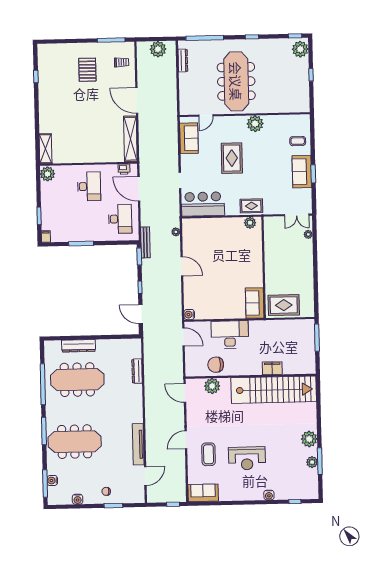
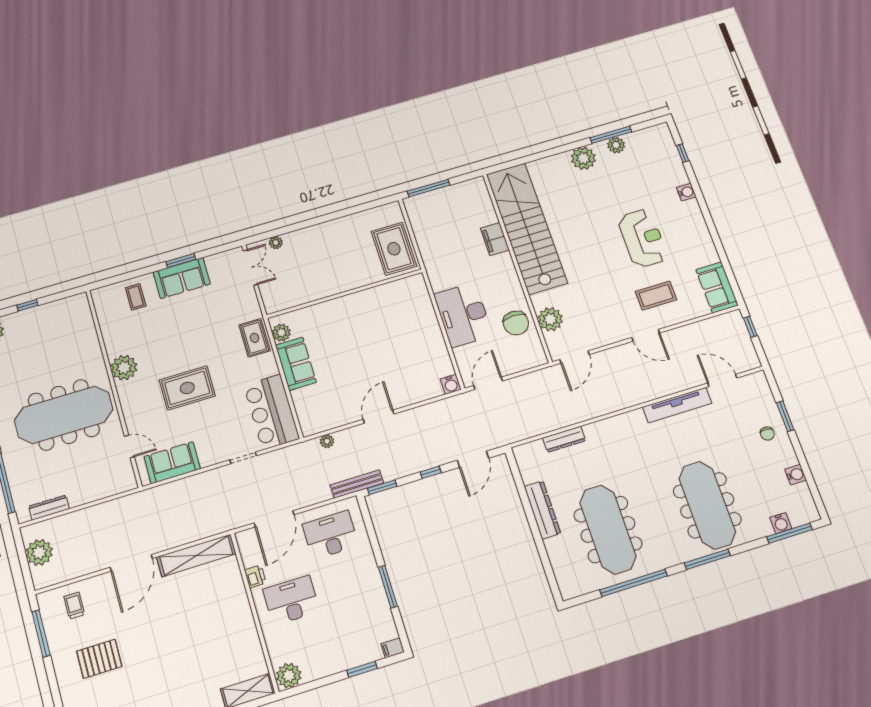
printer: (124, 169) -> (255, 576), moved
sofa: (255, 303) -> (296, 364), moved, turned -90
dresser: (79, 346) -> (542, 510), moved

